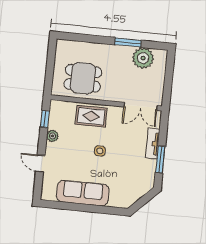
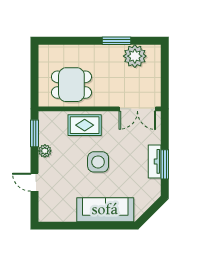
window: (45, 119) -> (35, 133), width x1.50
tv unit: (153, 143) -> (155, 161), moved
side table: (100, 151) -> (98, 162), width x1.87, depth x1.87
sofa: (83, 193) -> (105, 210), moved

